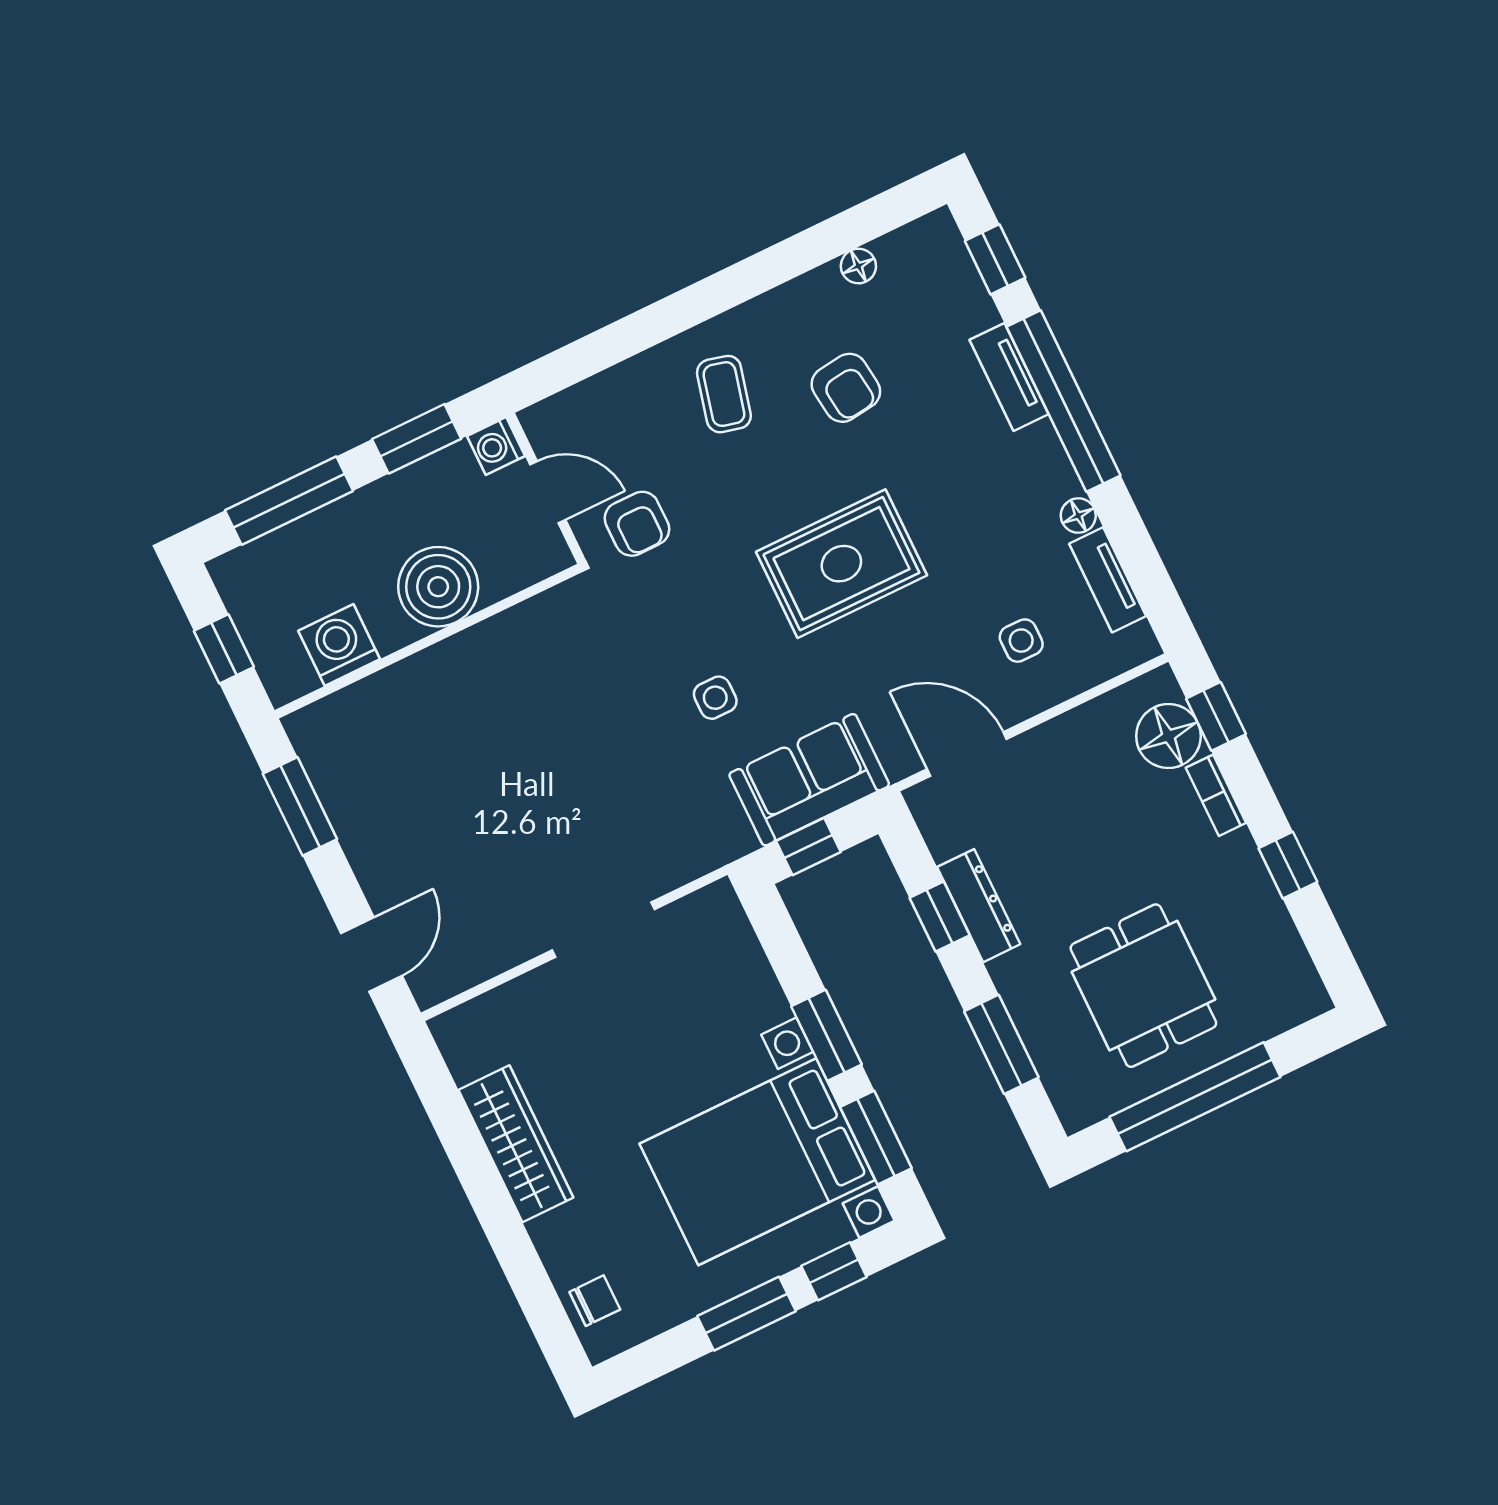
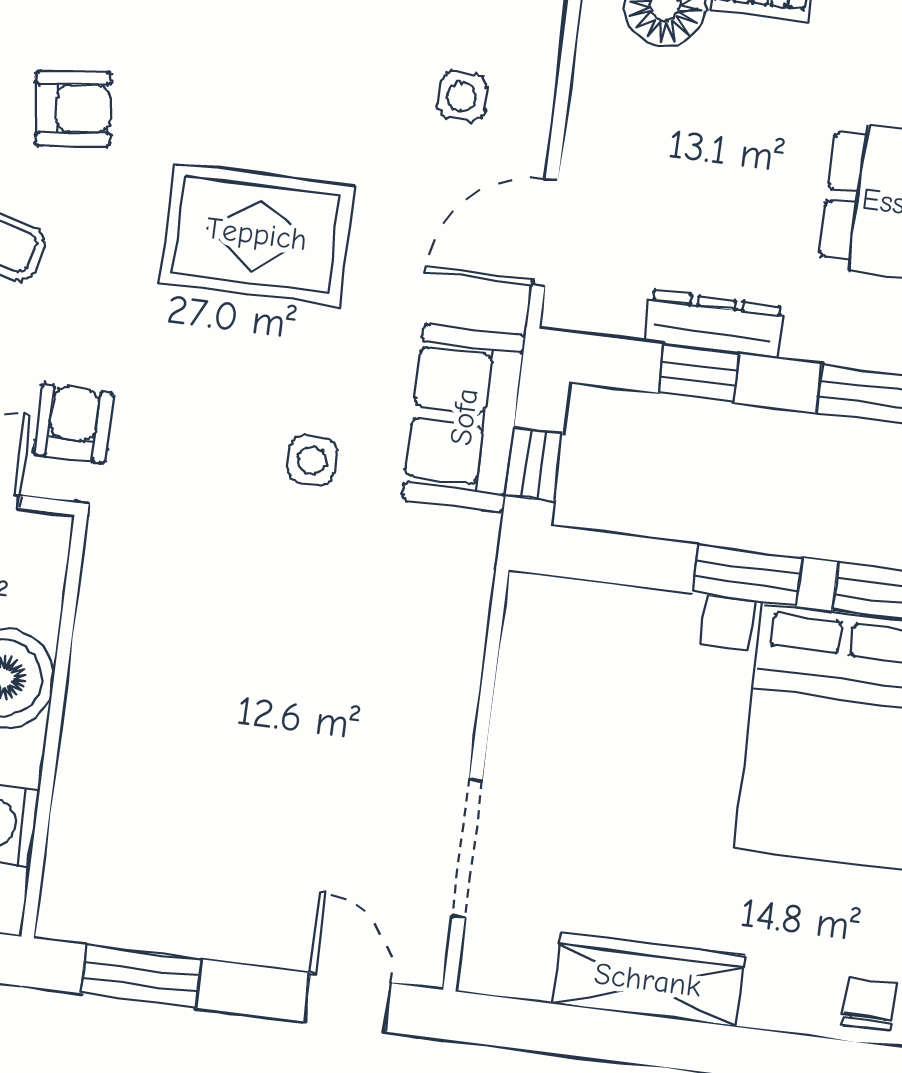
armchair: (637, 524) -> (73, 424), turned -90
rug: (841, 564) -> (257, 234), turned 90
doorway: (603, 930) -> (467, 848), moved

